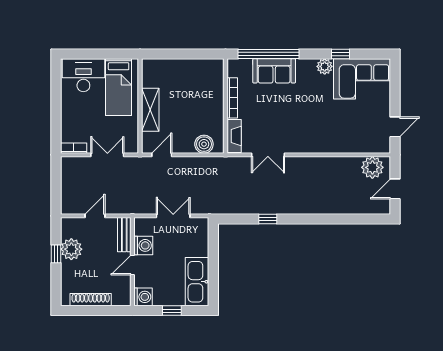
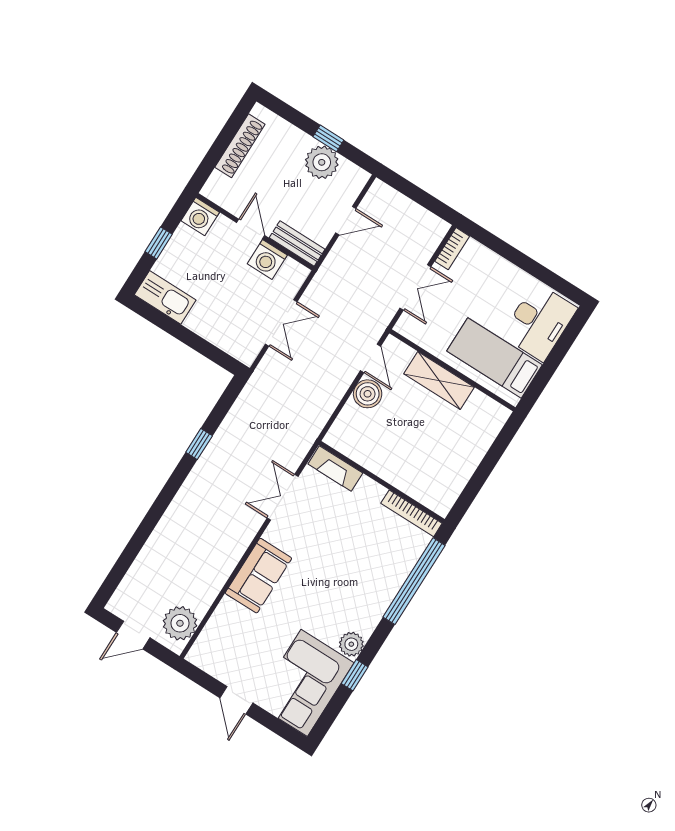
sofa: (274, 71) -> (258, 576), moved, turned 180
bookcase: (232, 98) -> (411, 513), moved
door: (395, 127) -> (236, 700), moved
boiler: (204, 144) -> (368, 394), moved
door: (395, 189) -> (133, 635), swing flipped
door: (95, 216) -> (346, 221), hinge flipped
kitchen sink: (197, 282) -> (165, 297), width x0.73, depth x0.81

